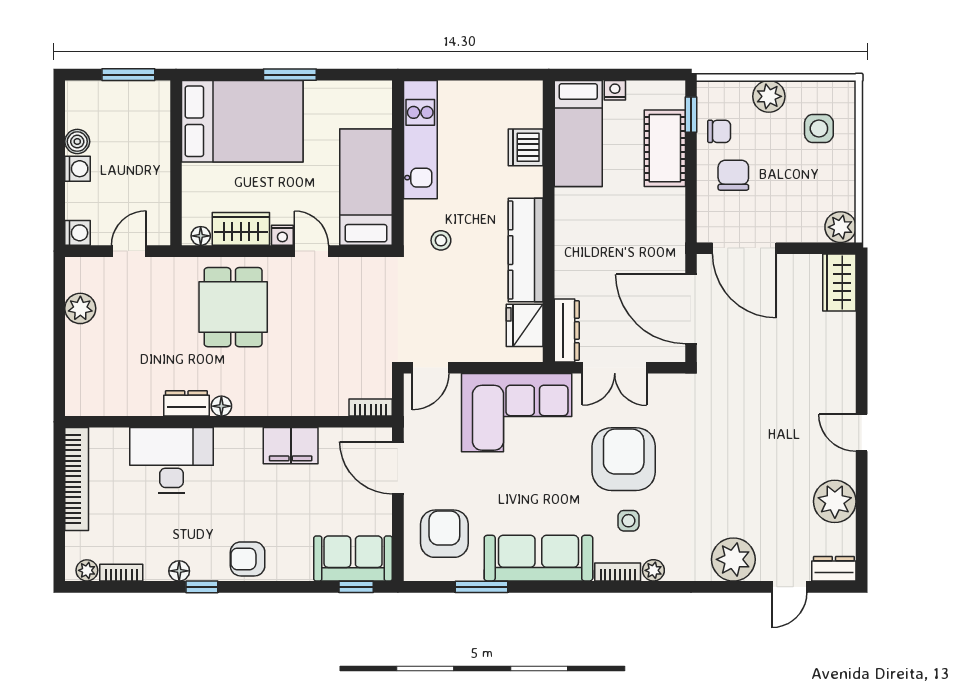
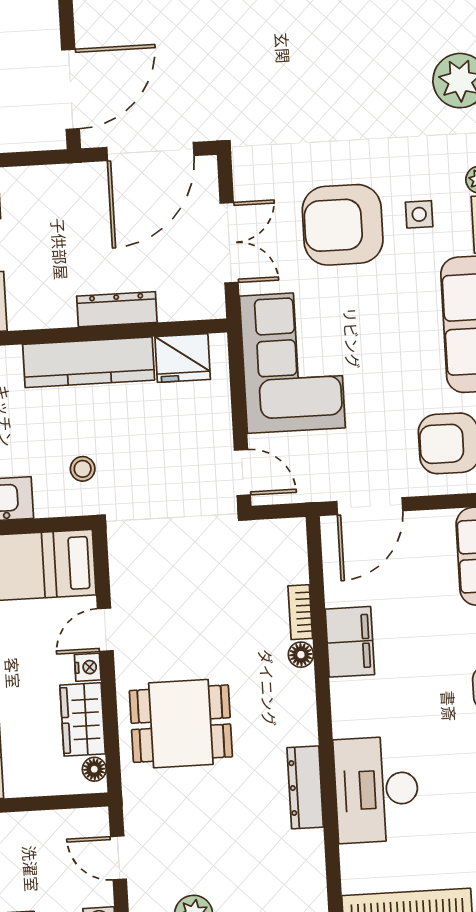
dresser: (567, 331) -> (117, 309), moved
dresser: (186, 403) -> (305, 787), width x1.44
floor lamp: (221, 406) -> (301, 655), moved
bookcase: (371, 407) -> (300, 612), moved

